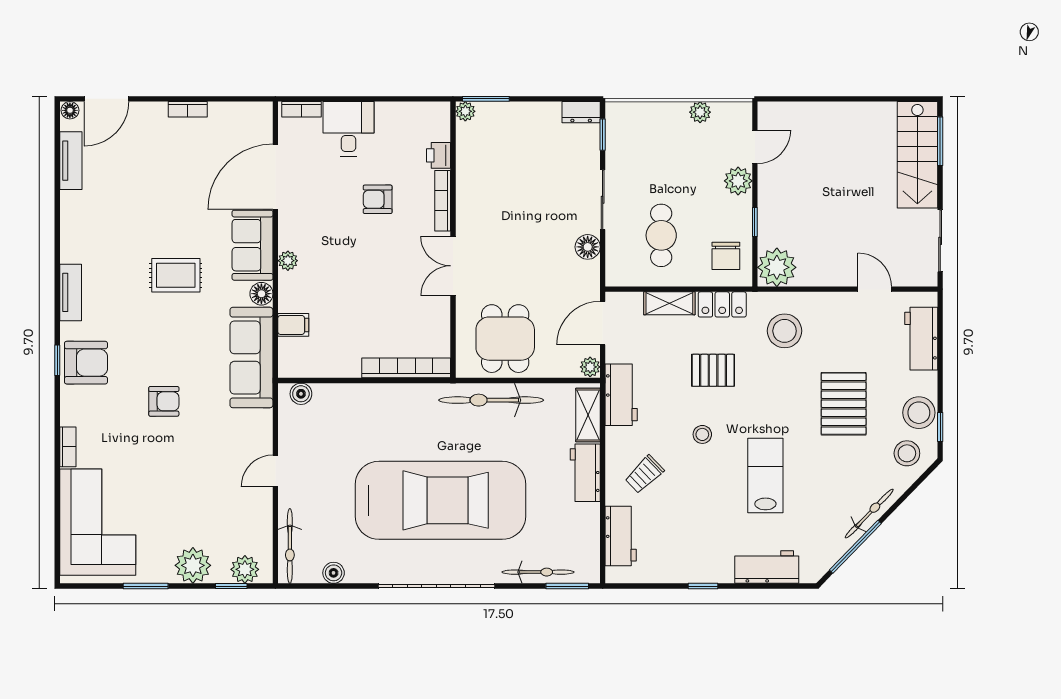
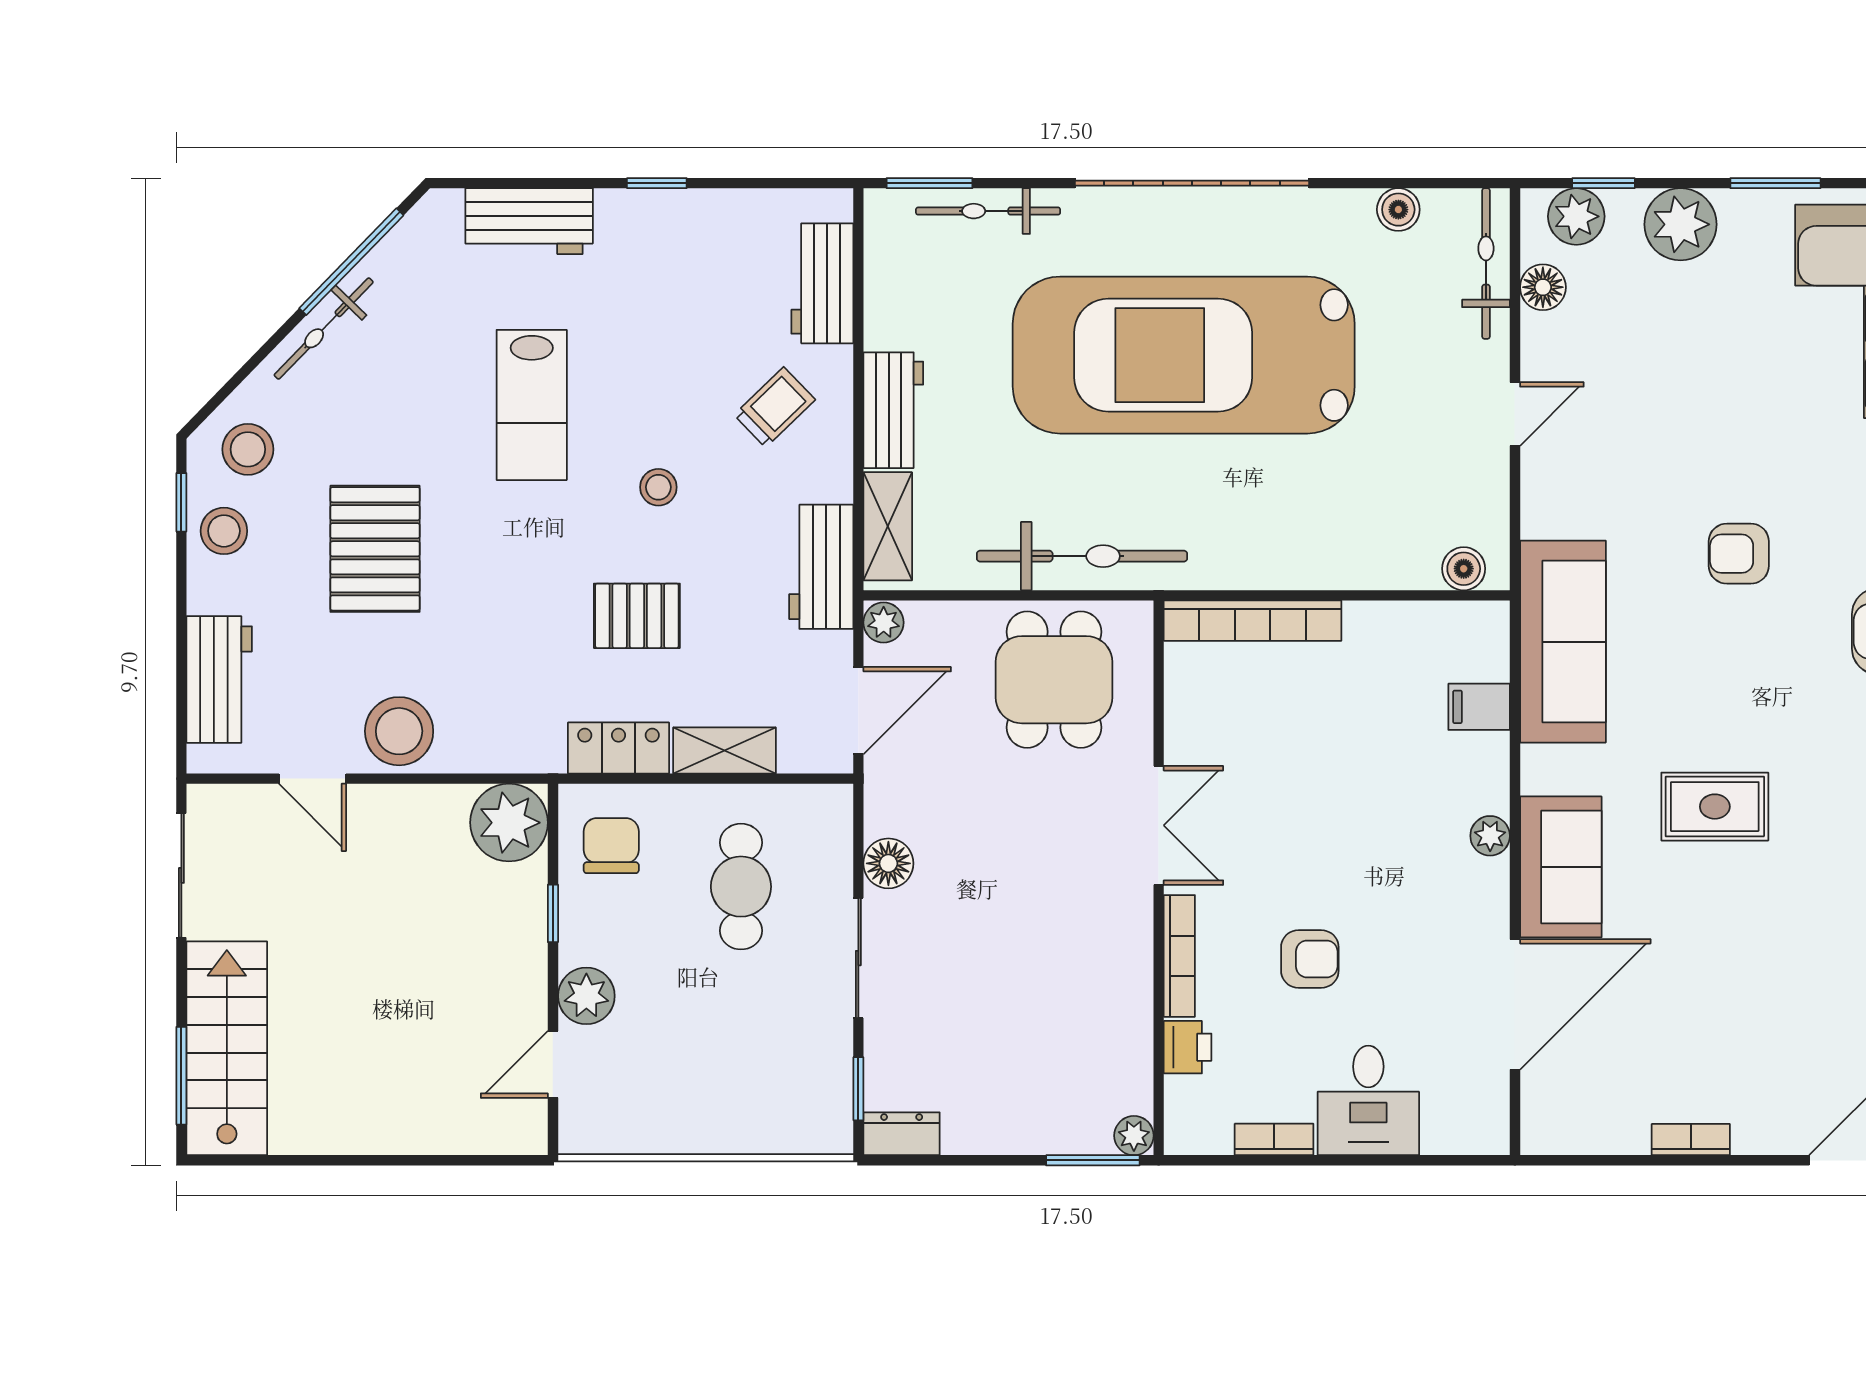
bookcase: (301, 109) -> (1274, 1139), moved
plant: (700, 112) -> (663, 1134), removed
floor lamp: (261, 294) -> (1543, 287), moved
stool: (785, 331) -> (399, 731), moved
stool: (919, 413) -> (224, 531), width x0.73, depth x0.73

